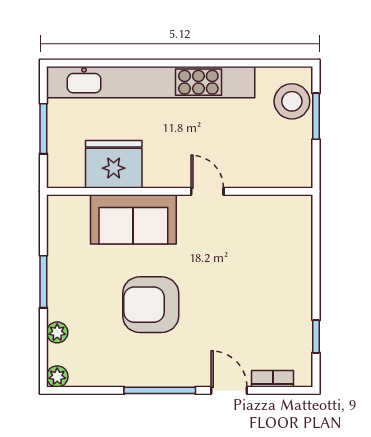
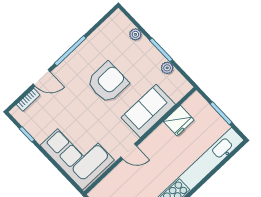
fridge: (114, 164) -> (179, 121), width x0.73, depth x0.75
corner sofa: (274, 252) -> (77, 153), added
plant: (57, 376) -> (167, 68), moved

